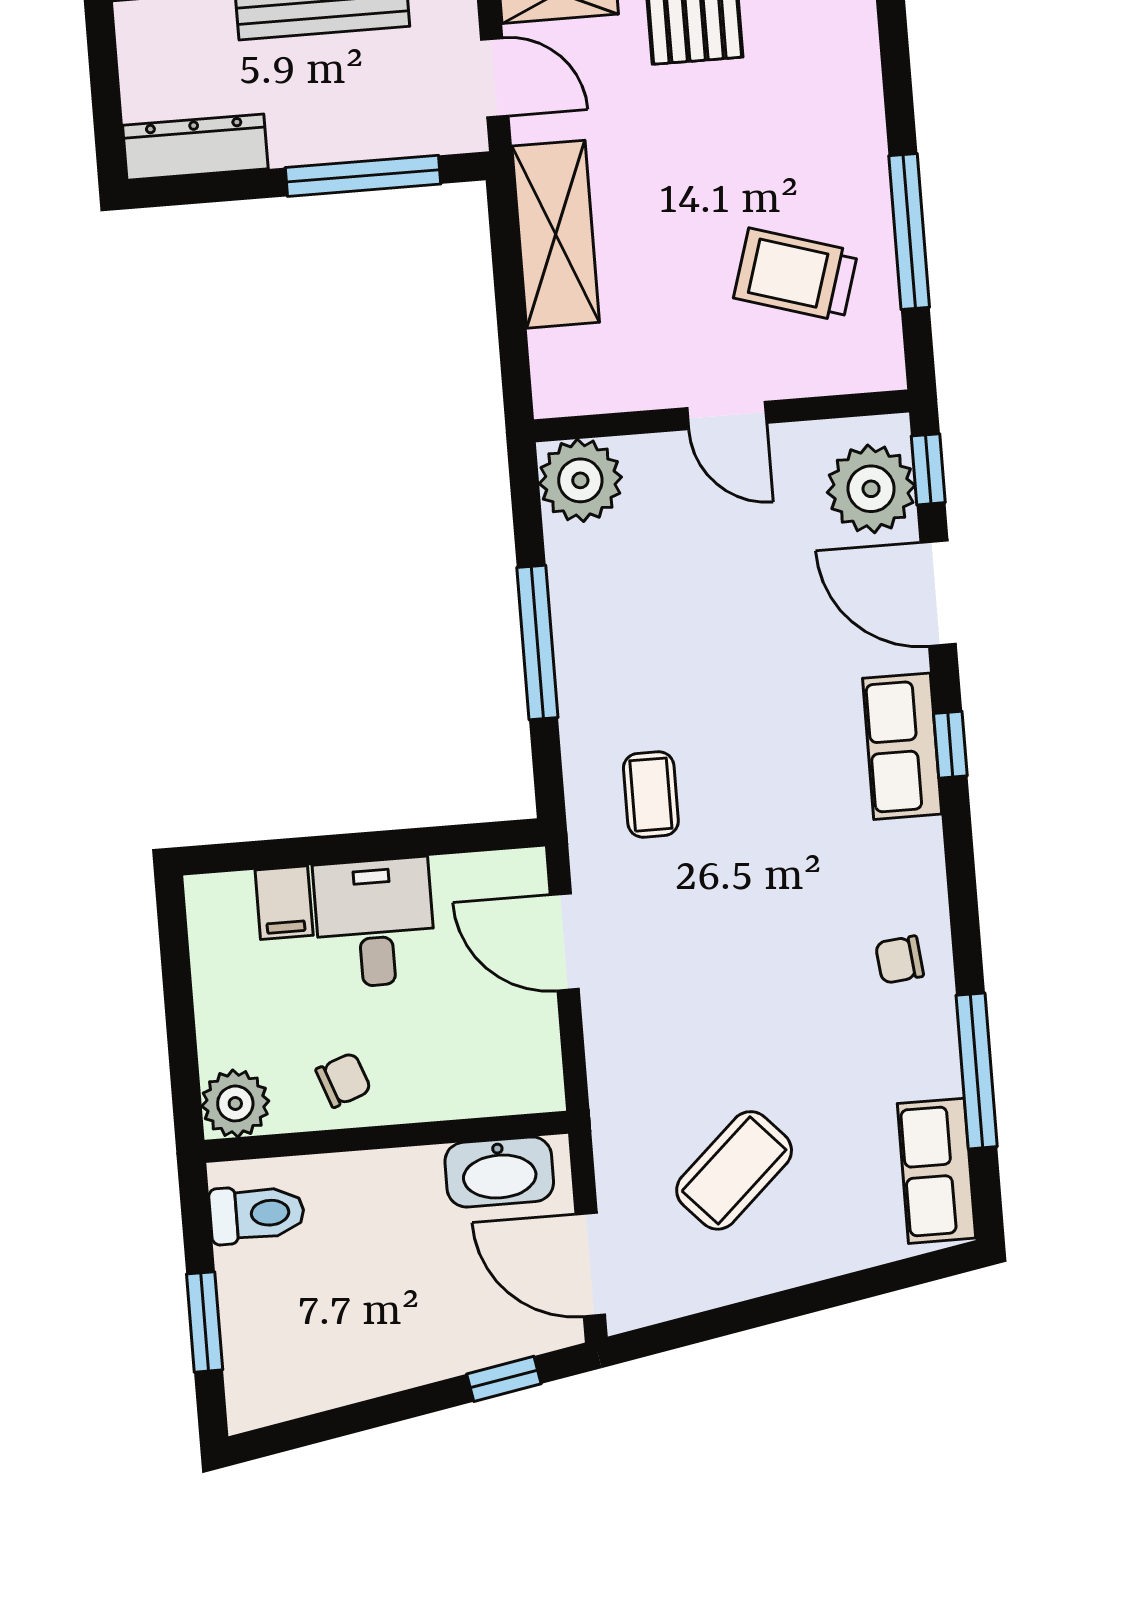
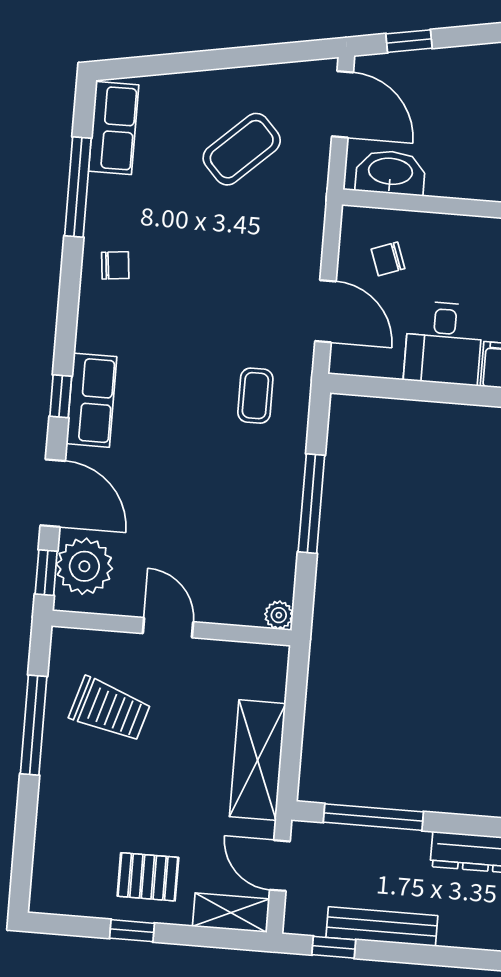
plant: (580, 480) -> (279, 615), width x0.53, depth x0.53
chair: (343, 1080) -> (388, 259), moved

